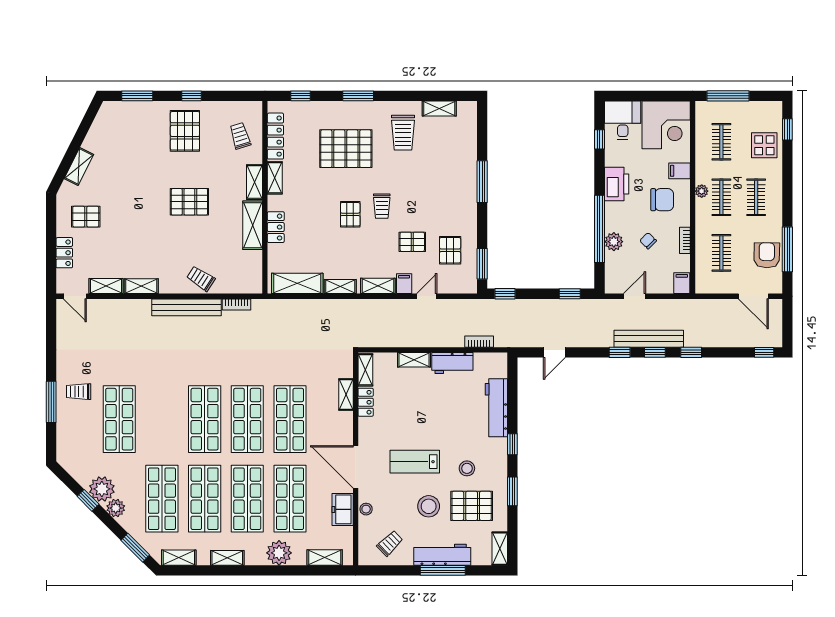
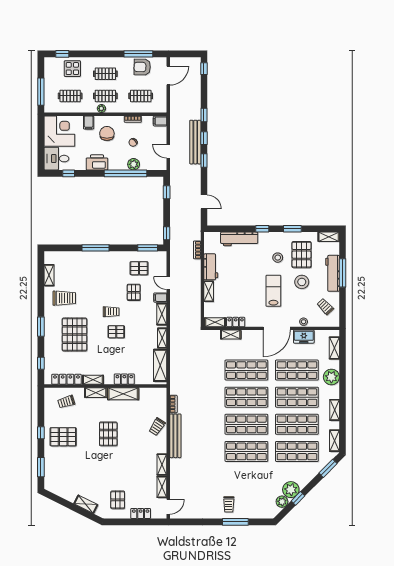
shop shelf: (119, 419) -> (246, 451), moved
lab bench: (415, 462) -> (273, 291), turned 180
plant: (116, 508) -> (282, 502), moved

